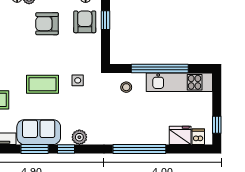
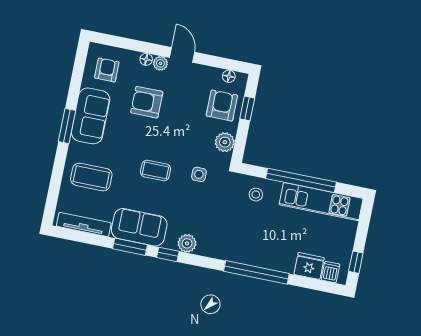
armchair: (47, 24) -> (147, 102), moved
plant: (93, 51) -> (225, 142), added
coffee table: (43, 84) -> (156, 170), width x0.73, depth x0.77

